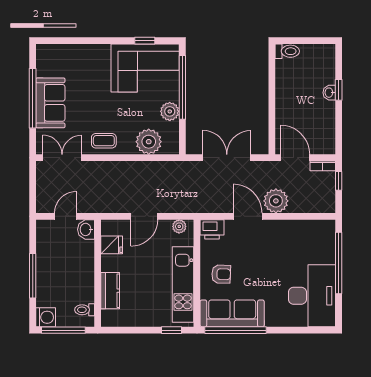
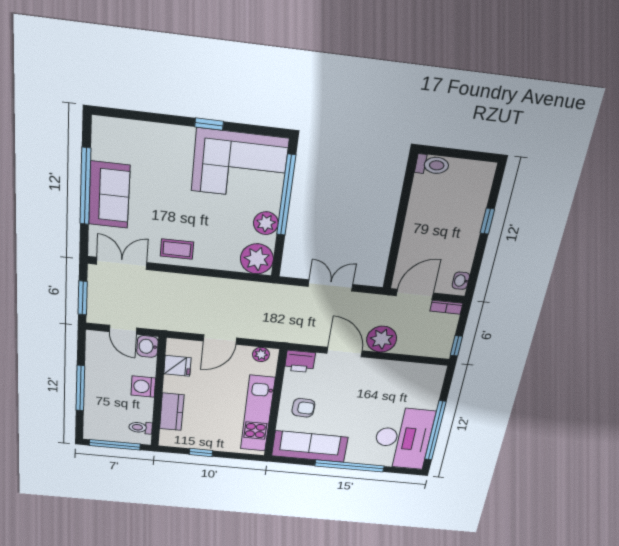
window: (145, 41) -> (209, 124), moved
washbasin: (329, 93) -> (461, 281), moved
plant: (149, 142) -> (257, 259), moved
double door: (227, 158) -> (331, 285), width x0.73
door: (295, 158) -> (415, 294), hinge flipped
window: (339, 181) -> (456, 346), moved
window: (33, 191) -> (83, 298), added
door: (66, 216) -> (123, 330), swing flipped
window: (339, 263) -> (435, 431), moved
washing machine: (46, 317) -> (143, 387), moved, turned 180
window: (172, 330) -> (201, 453), moved
window: (235, 330) -> (349, 466), moved

